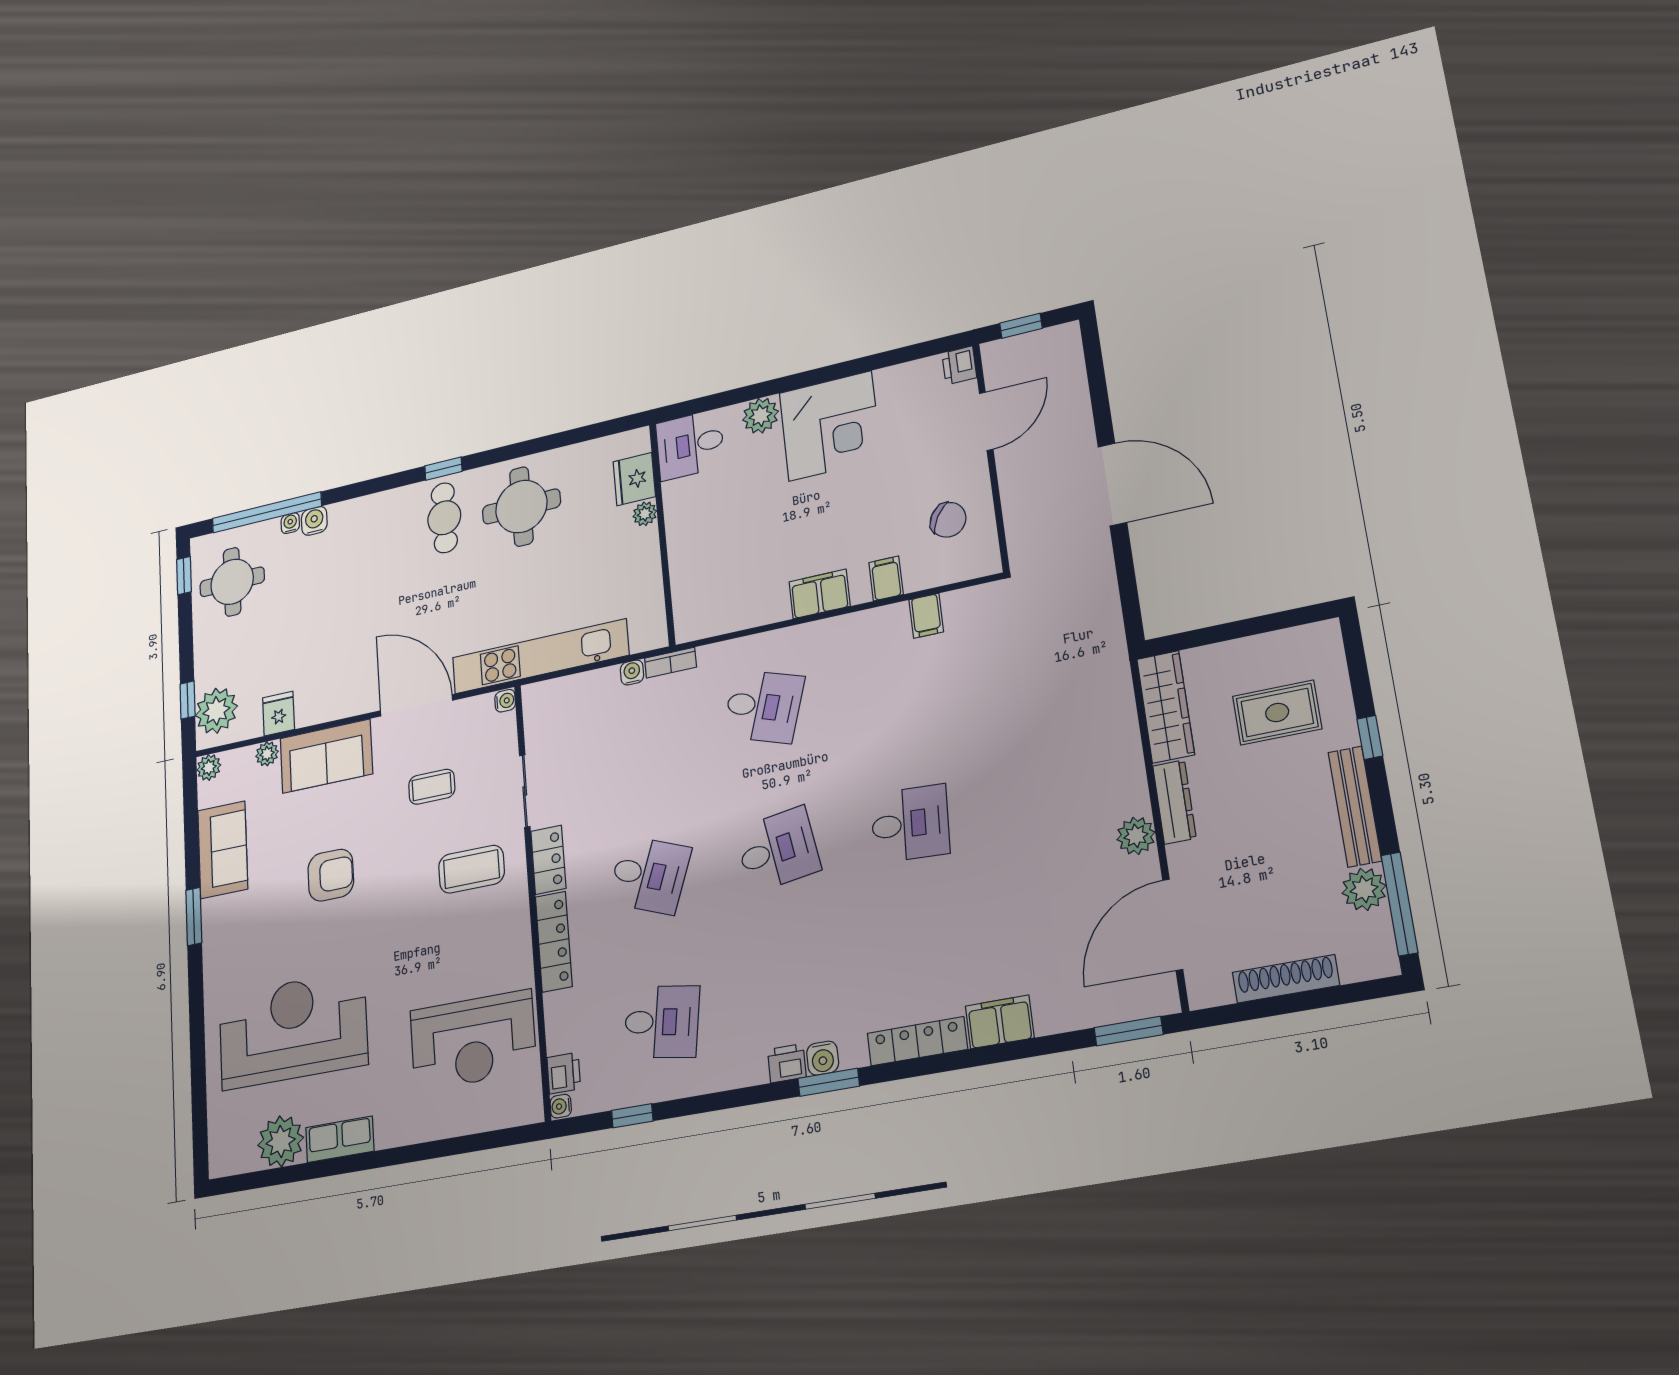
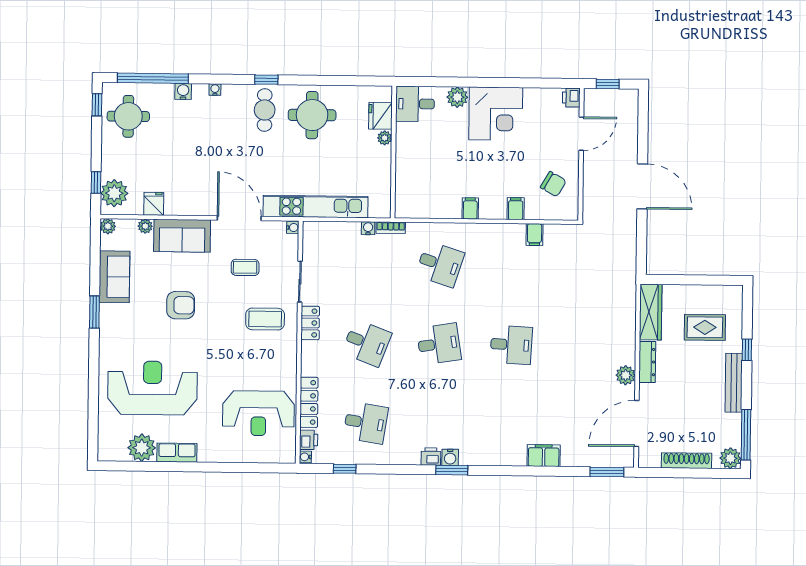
water cooler: (290, 523) -> (215, 89), moved
filing cabinet: (820, 594) -> (470, 208), width x0.50
plant: (1364, 889) -> (730, 458), moved
locker: (554, 942) -> (309, 402), moved
locker: (917, 1041) -> (500, 458), removed

